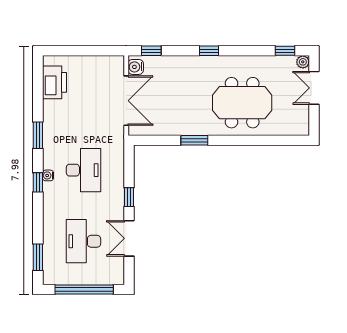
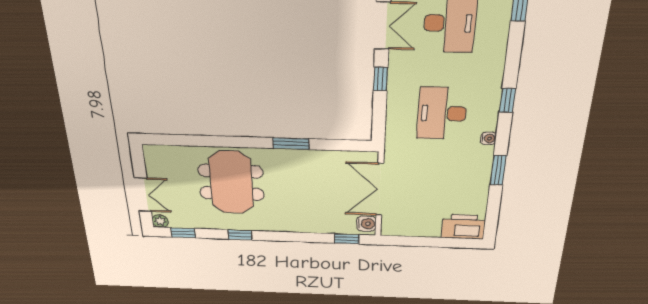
window: (209, 51) -> (240, 235), moved
printer: (54, 82) -> (463, 227), moved, turned 90
meeting table: (242, 103) -> (231, 182), turned 90
window: (38, 135) -> (498, 170), moved
water cooler: (48, 175) -> (488, 138), moved

